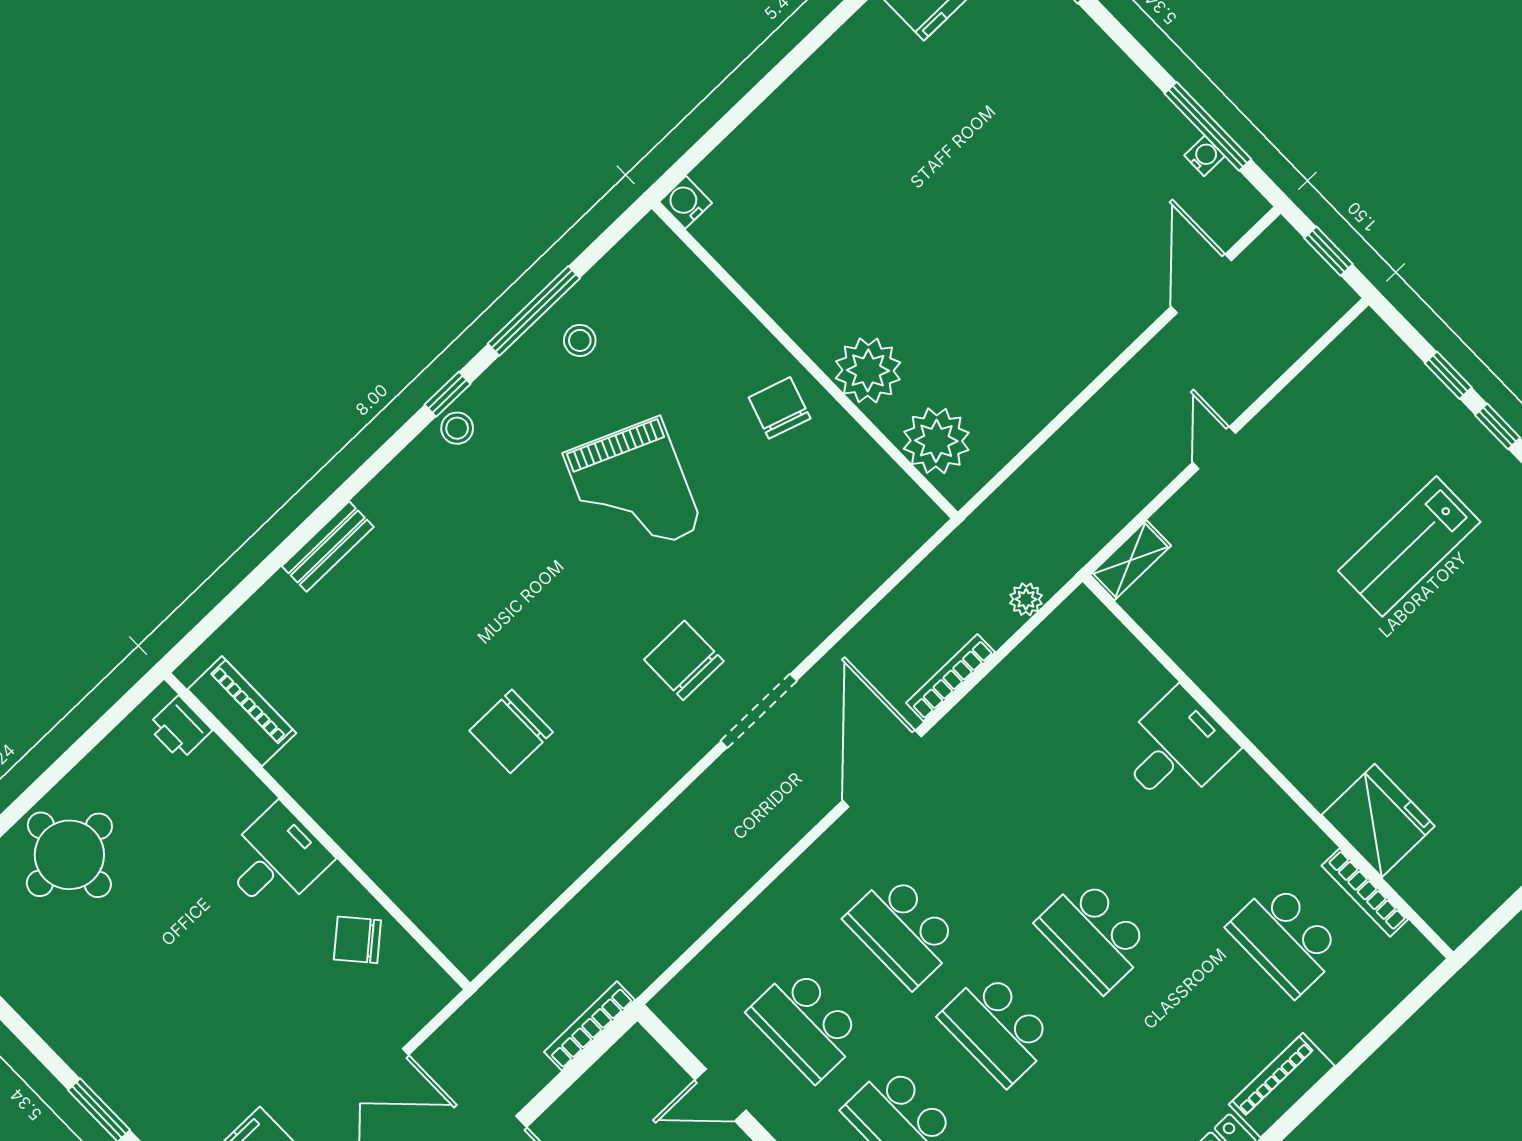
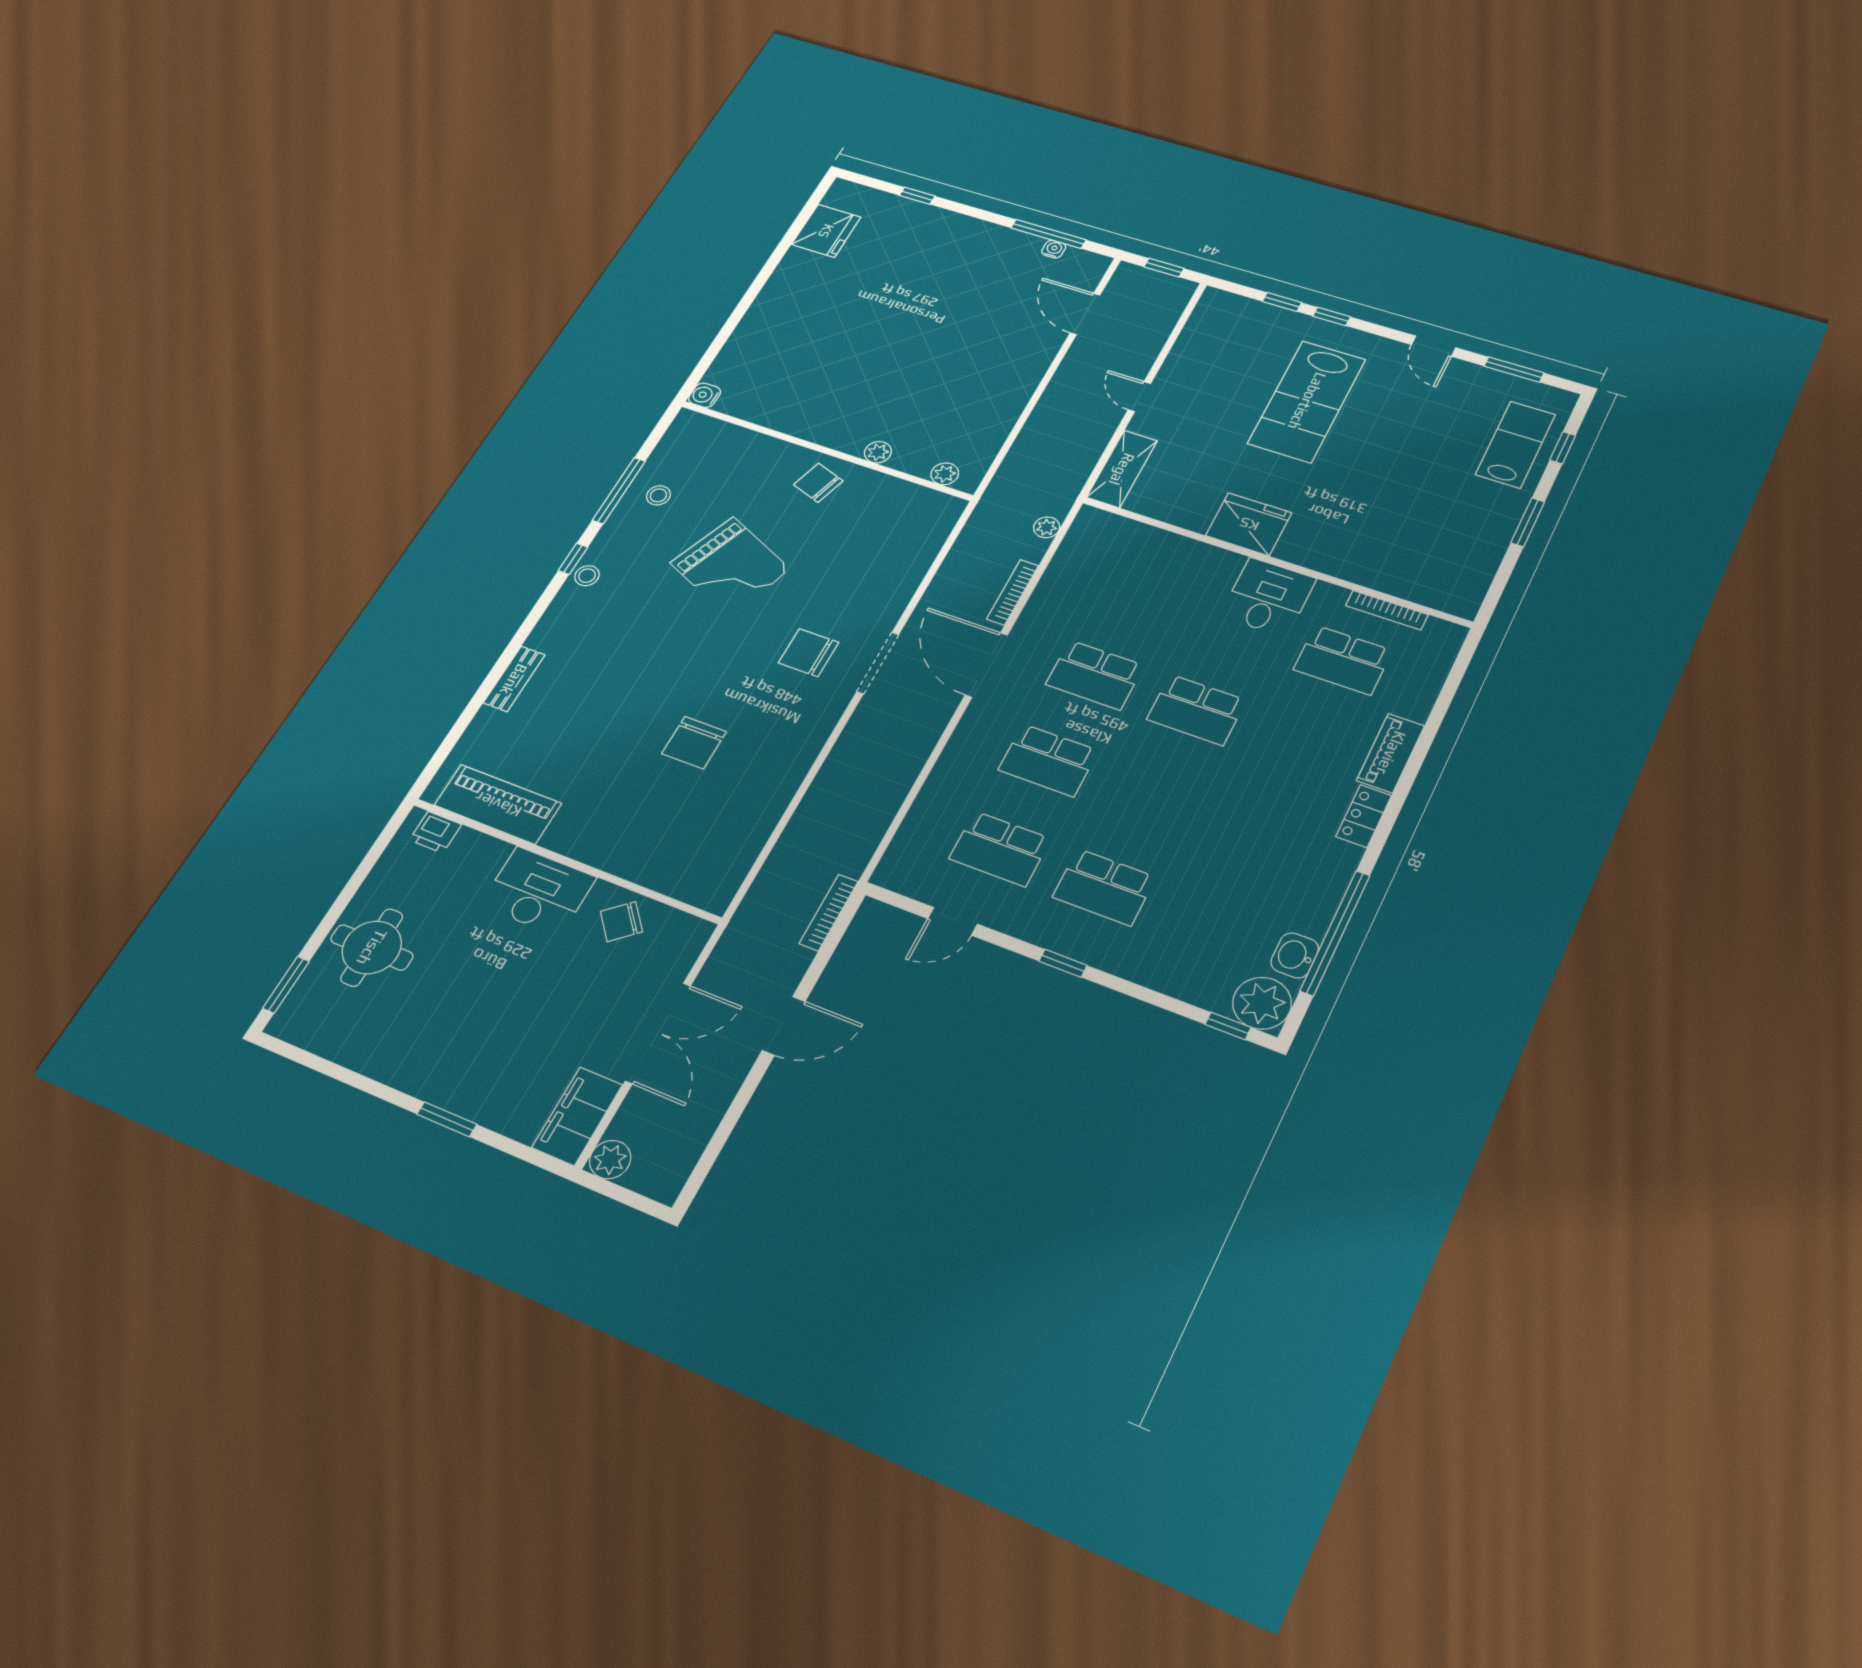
plant: (868, 370) -> (878, 452), width x0.53, depth x0.53
plant: (936, 441) -> (945, 474), width x0.53, depth x0.53
lab bench: (1409, 546) -> (1307, 401), width x1.36, depth x1.39
shelving: (1130, 560) -> (1122, 469), width x1.50, depth x1.33
piano: (242, 711) -> (498, 804), width x1.37, depth x1.33
desk: (1176, 749) -> (1268, 597), moved
fridge: (1378, 820) -> (1249, 524), moved
desk: (276, 860) -> (538, 891), width x1.37
school desk: (997, 1028) -> (1095, 675), moved

